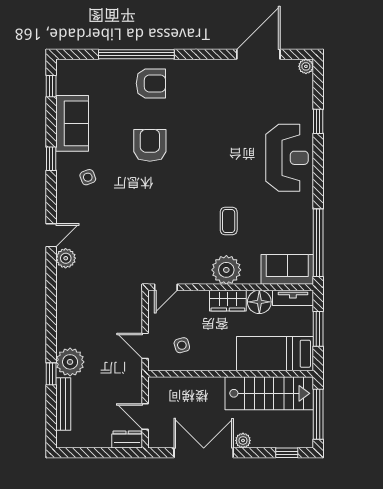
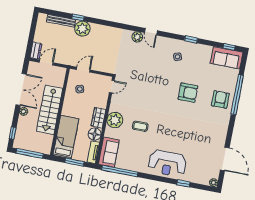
armchair: (151, 83) -> (220, 99), turned 180
sofa: (72, 123) -> (227, 58), moved
door: (166, 287) -> (112, 87), swing flipped
stairs: (269, 393) -> (50, 110), moved

